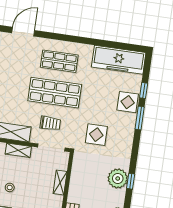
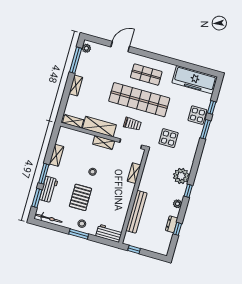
shop shelf: (55, 93) -> (139, 100), width x1.40
window: (131, 181) -> (188, 191), moved

